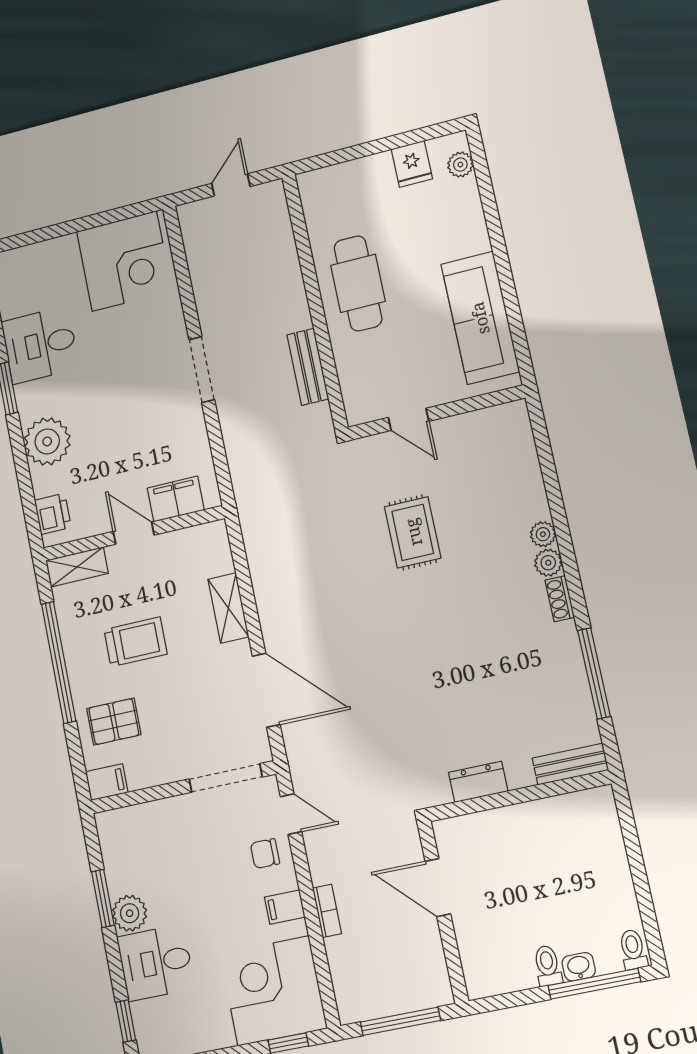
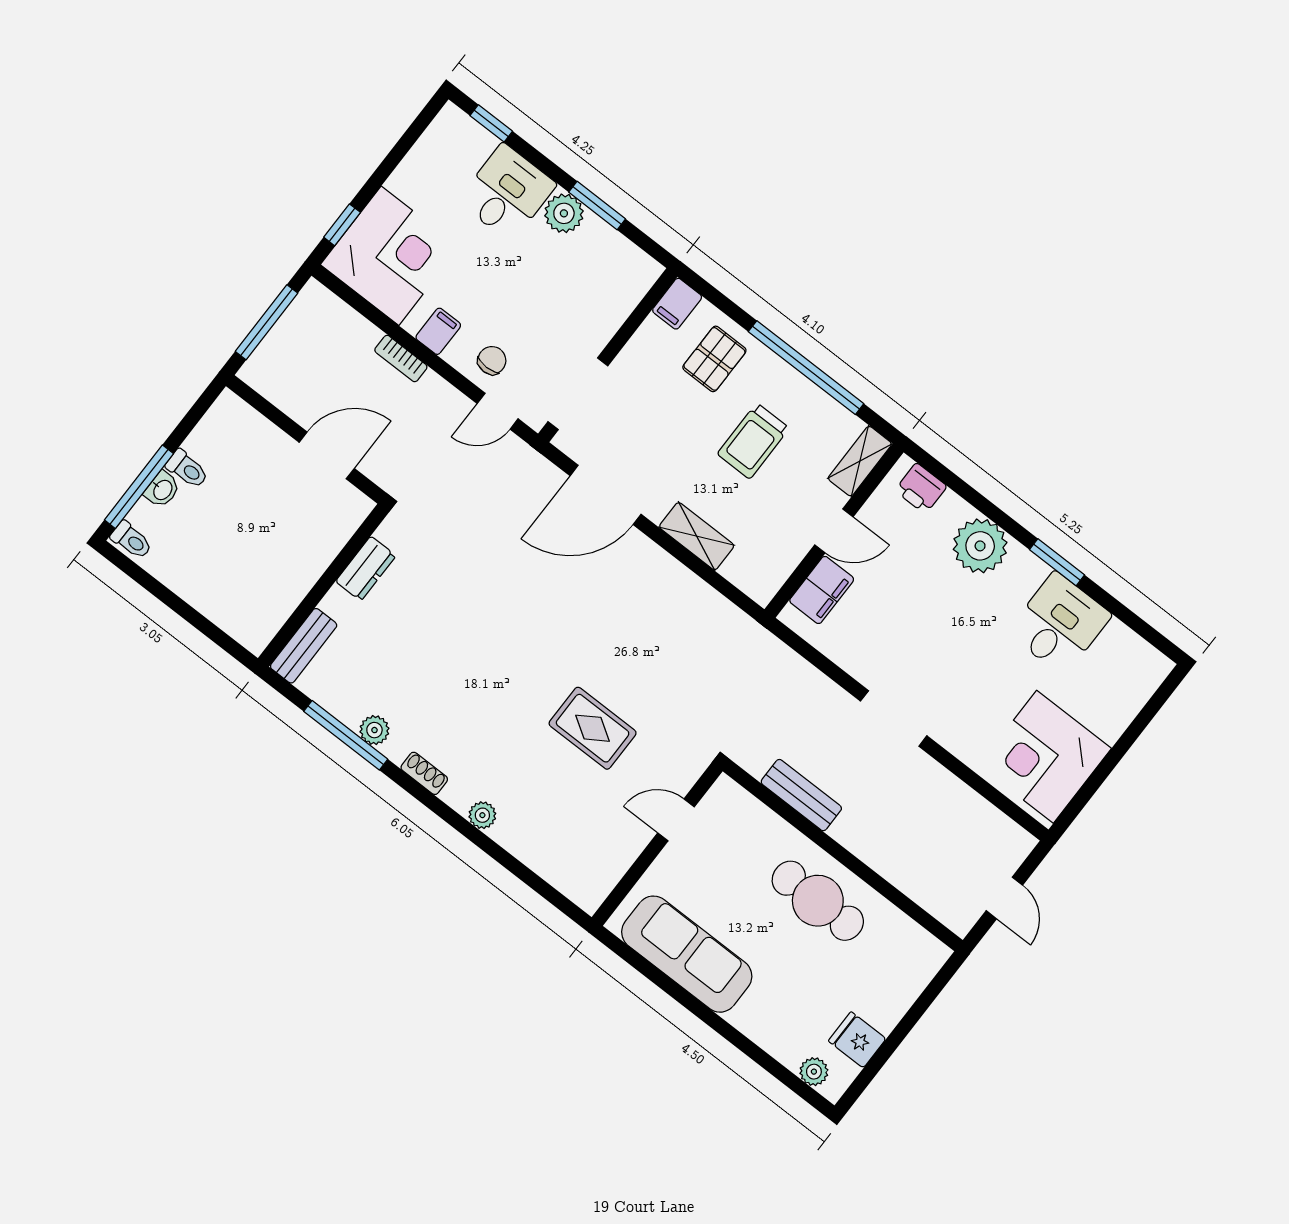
plant: (548, 563) -> (374, 730), moved

